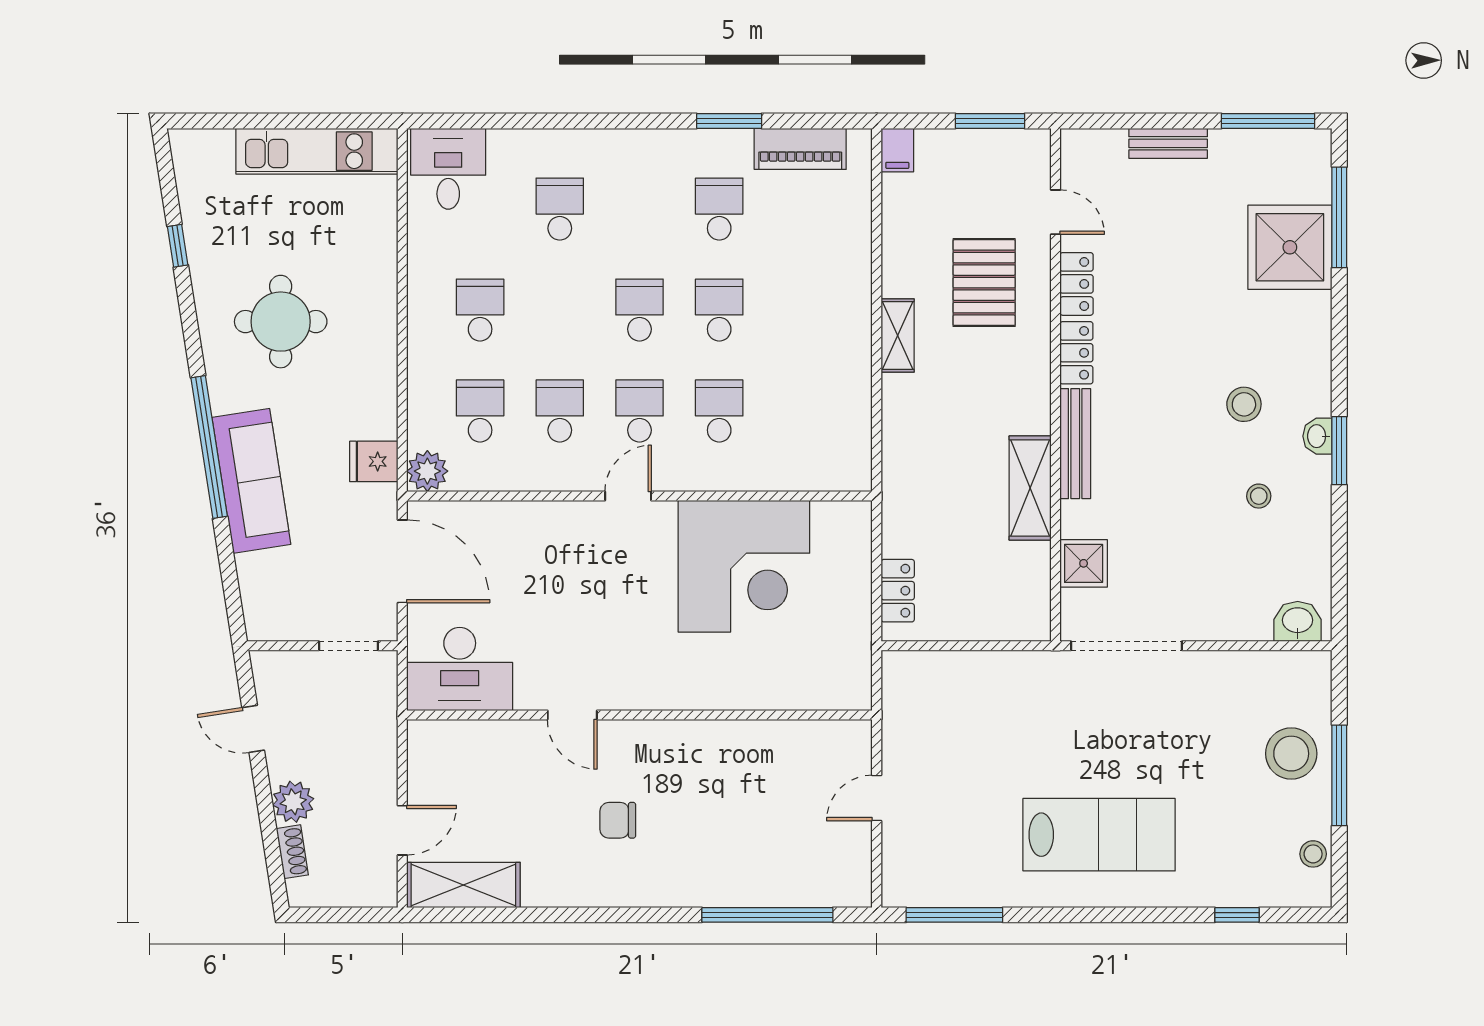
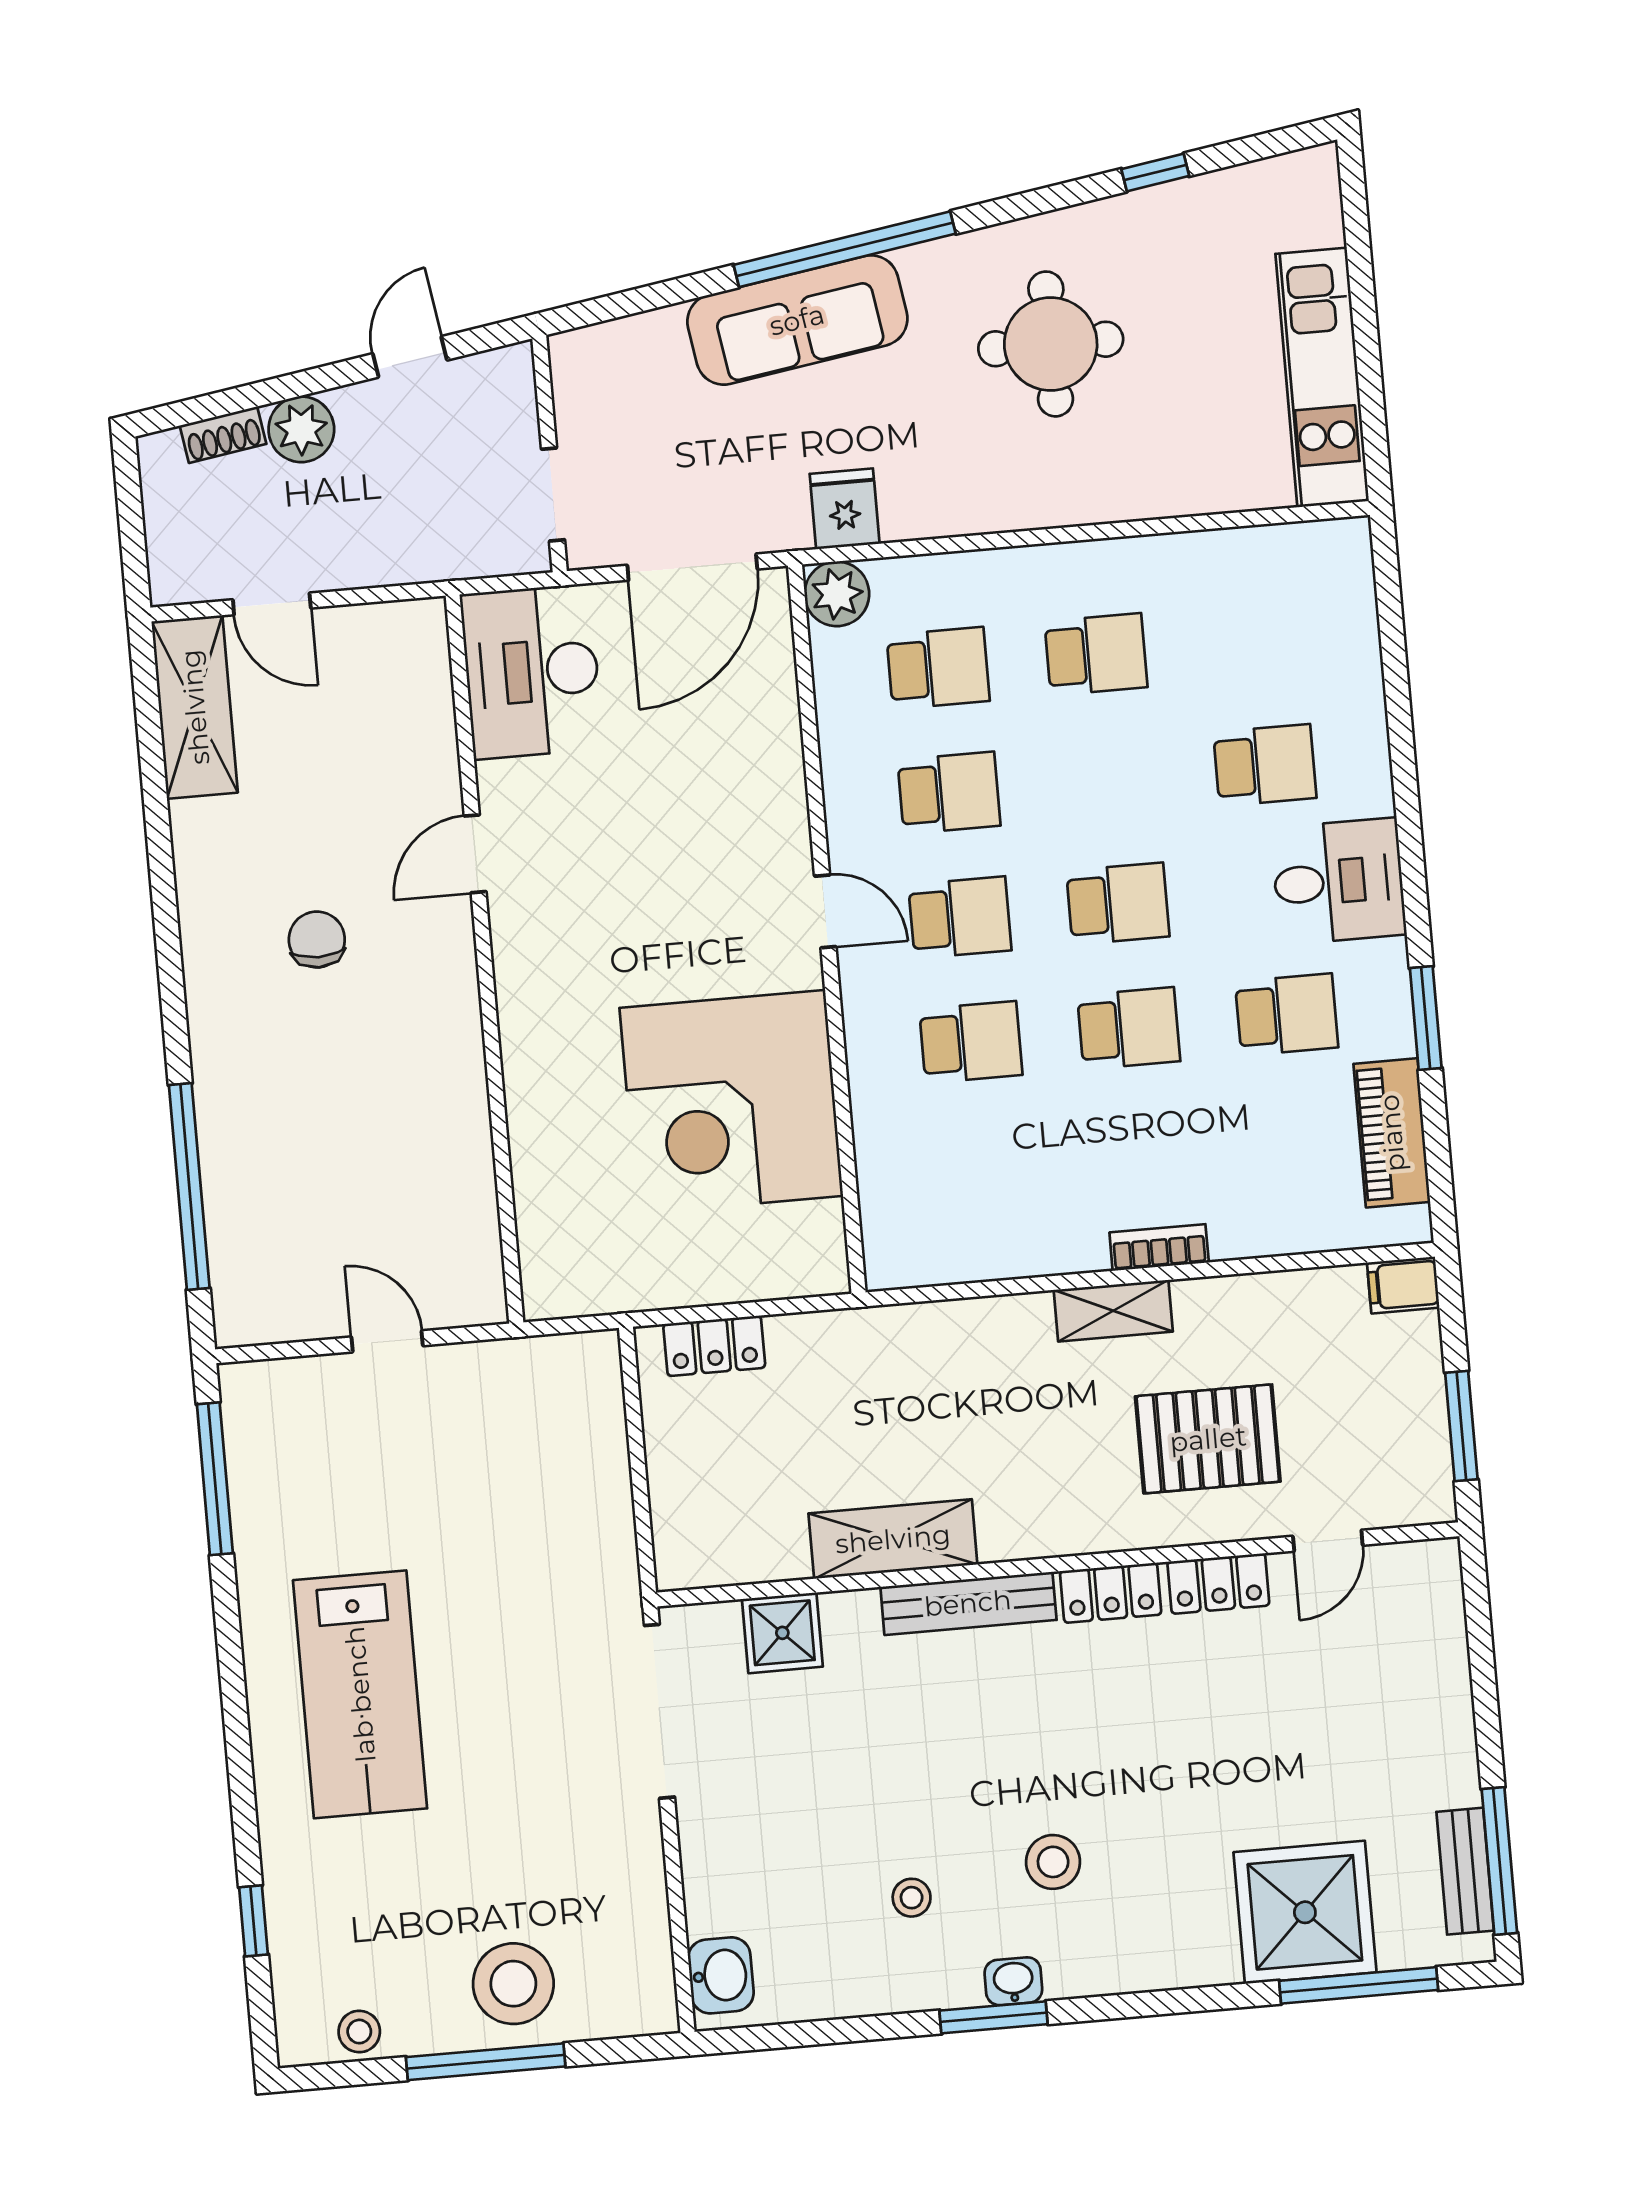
bench: (1168, 143) -> (1465, 1871), moved
desk: (448, 169) -> (1338, 881), moved
bookcase: (860, 303) -> (1159, 1247), added

